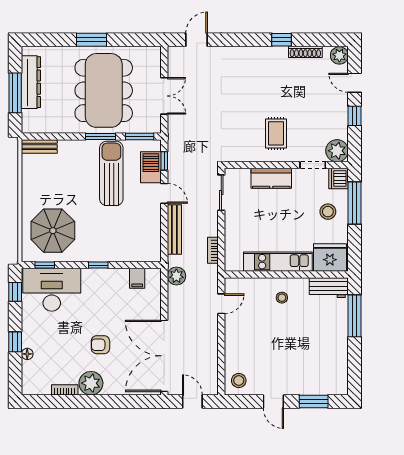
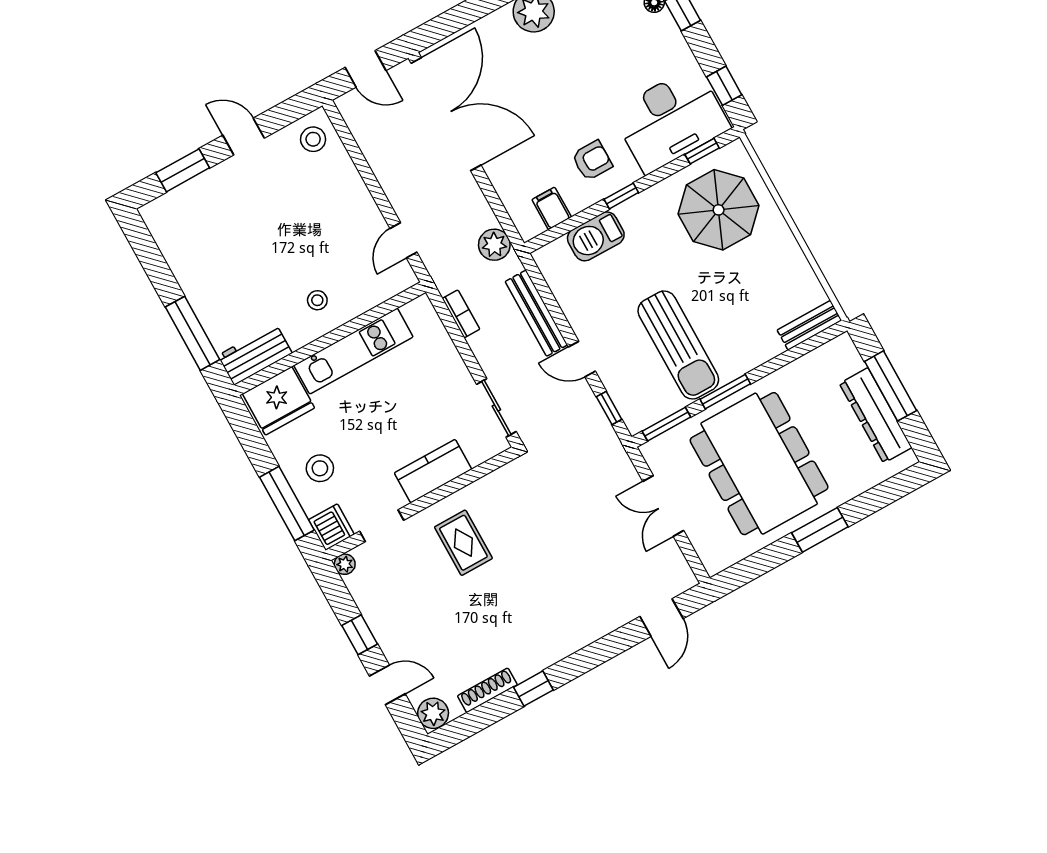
plant: (337, 151) -> (345, 564), width x0.53, depth x0.53
barbecue: (151, 167) -> (596, 236), moved, turned 90
armchair: (100, 345) -> (592, 161), moved

